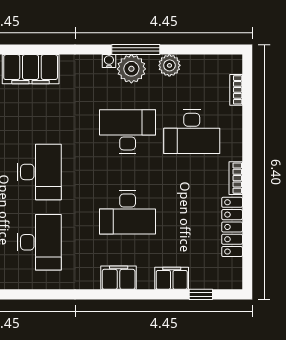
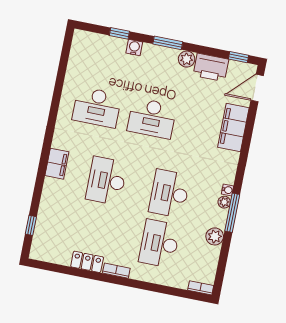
plant: (131, 69) -> (224, 202), width x0.53, depth x0.53
bookcase: (236, 90) -> (201, 288), moved
desk: (128, 132) -> (169, 193), turned 180
locker: (232, 227) -> (87, 262), width x0.66
filing cabinet: (172, 278) -> (48, 205), removed

